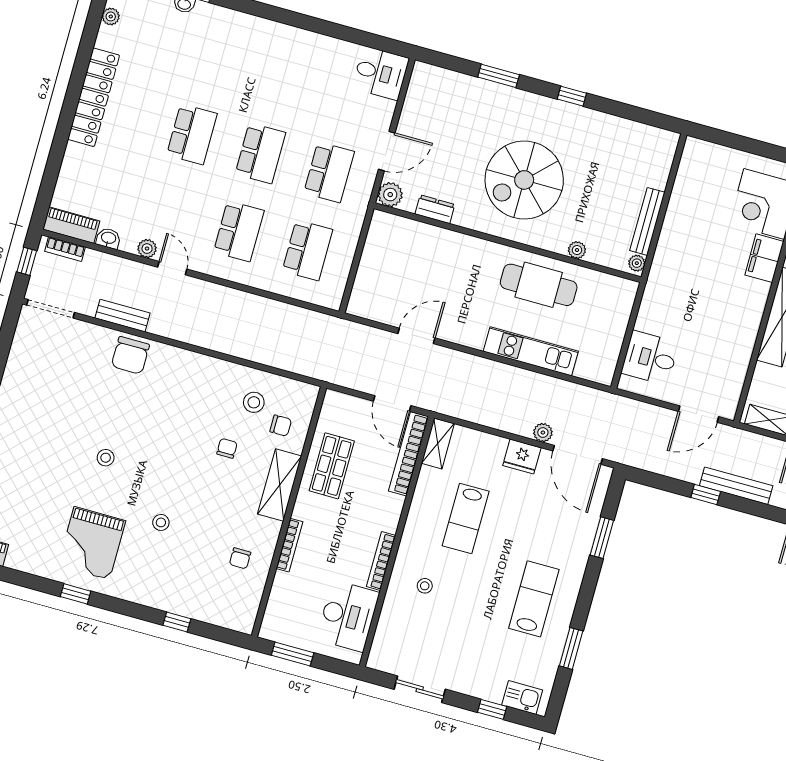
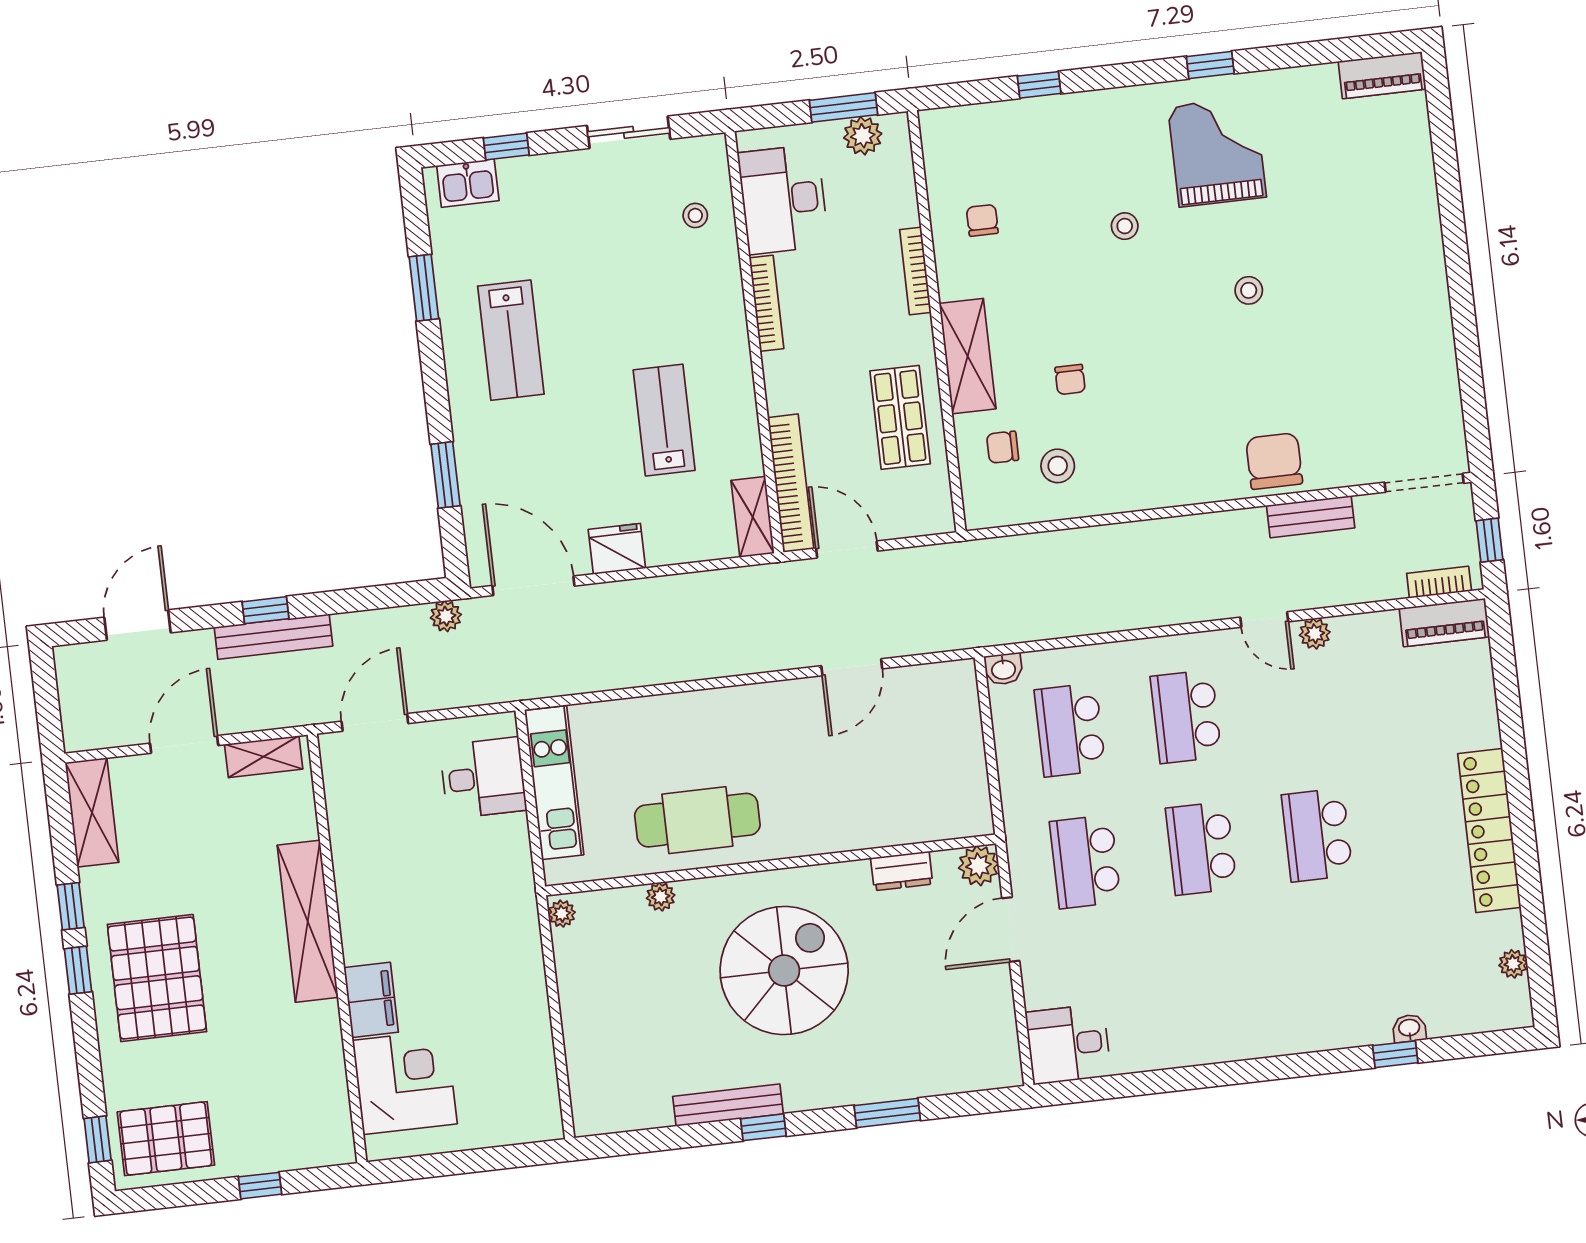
bench: (647, 221) -> (728, 1105), moved, turned 90
washbasin: (108, 238) -> (1003, 669), moved
kitchen unit: (531, 351) -> (554, 783), moved, turned -90
plant: (543, 433) -> (446, 616), moved
window: (706, 495) -> (265, 610), moved
stool: (425, 586) -> (695, 215), moved
plant: (288, 634) -> (863, 136), added

